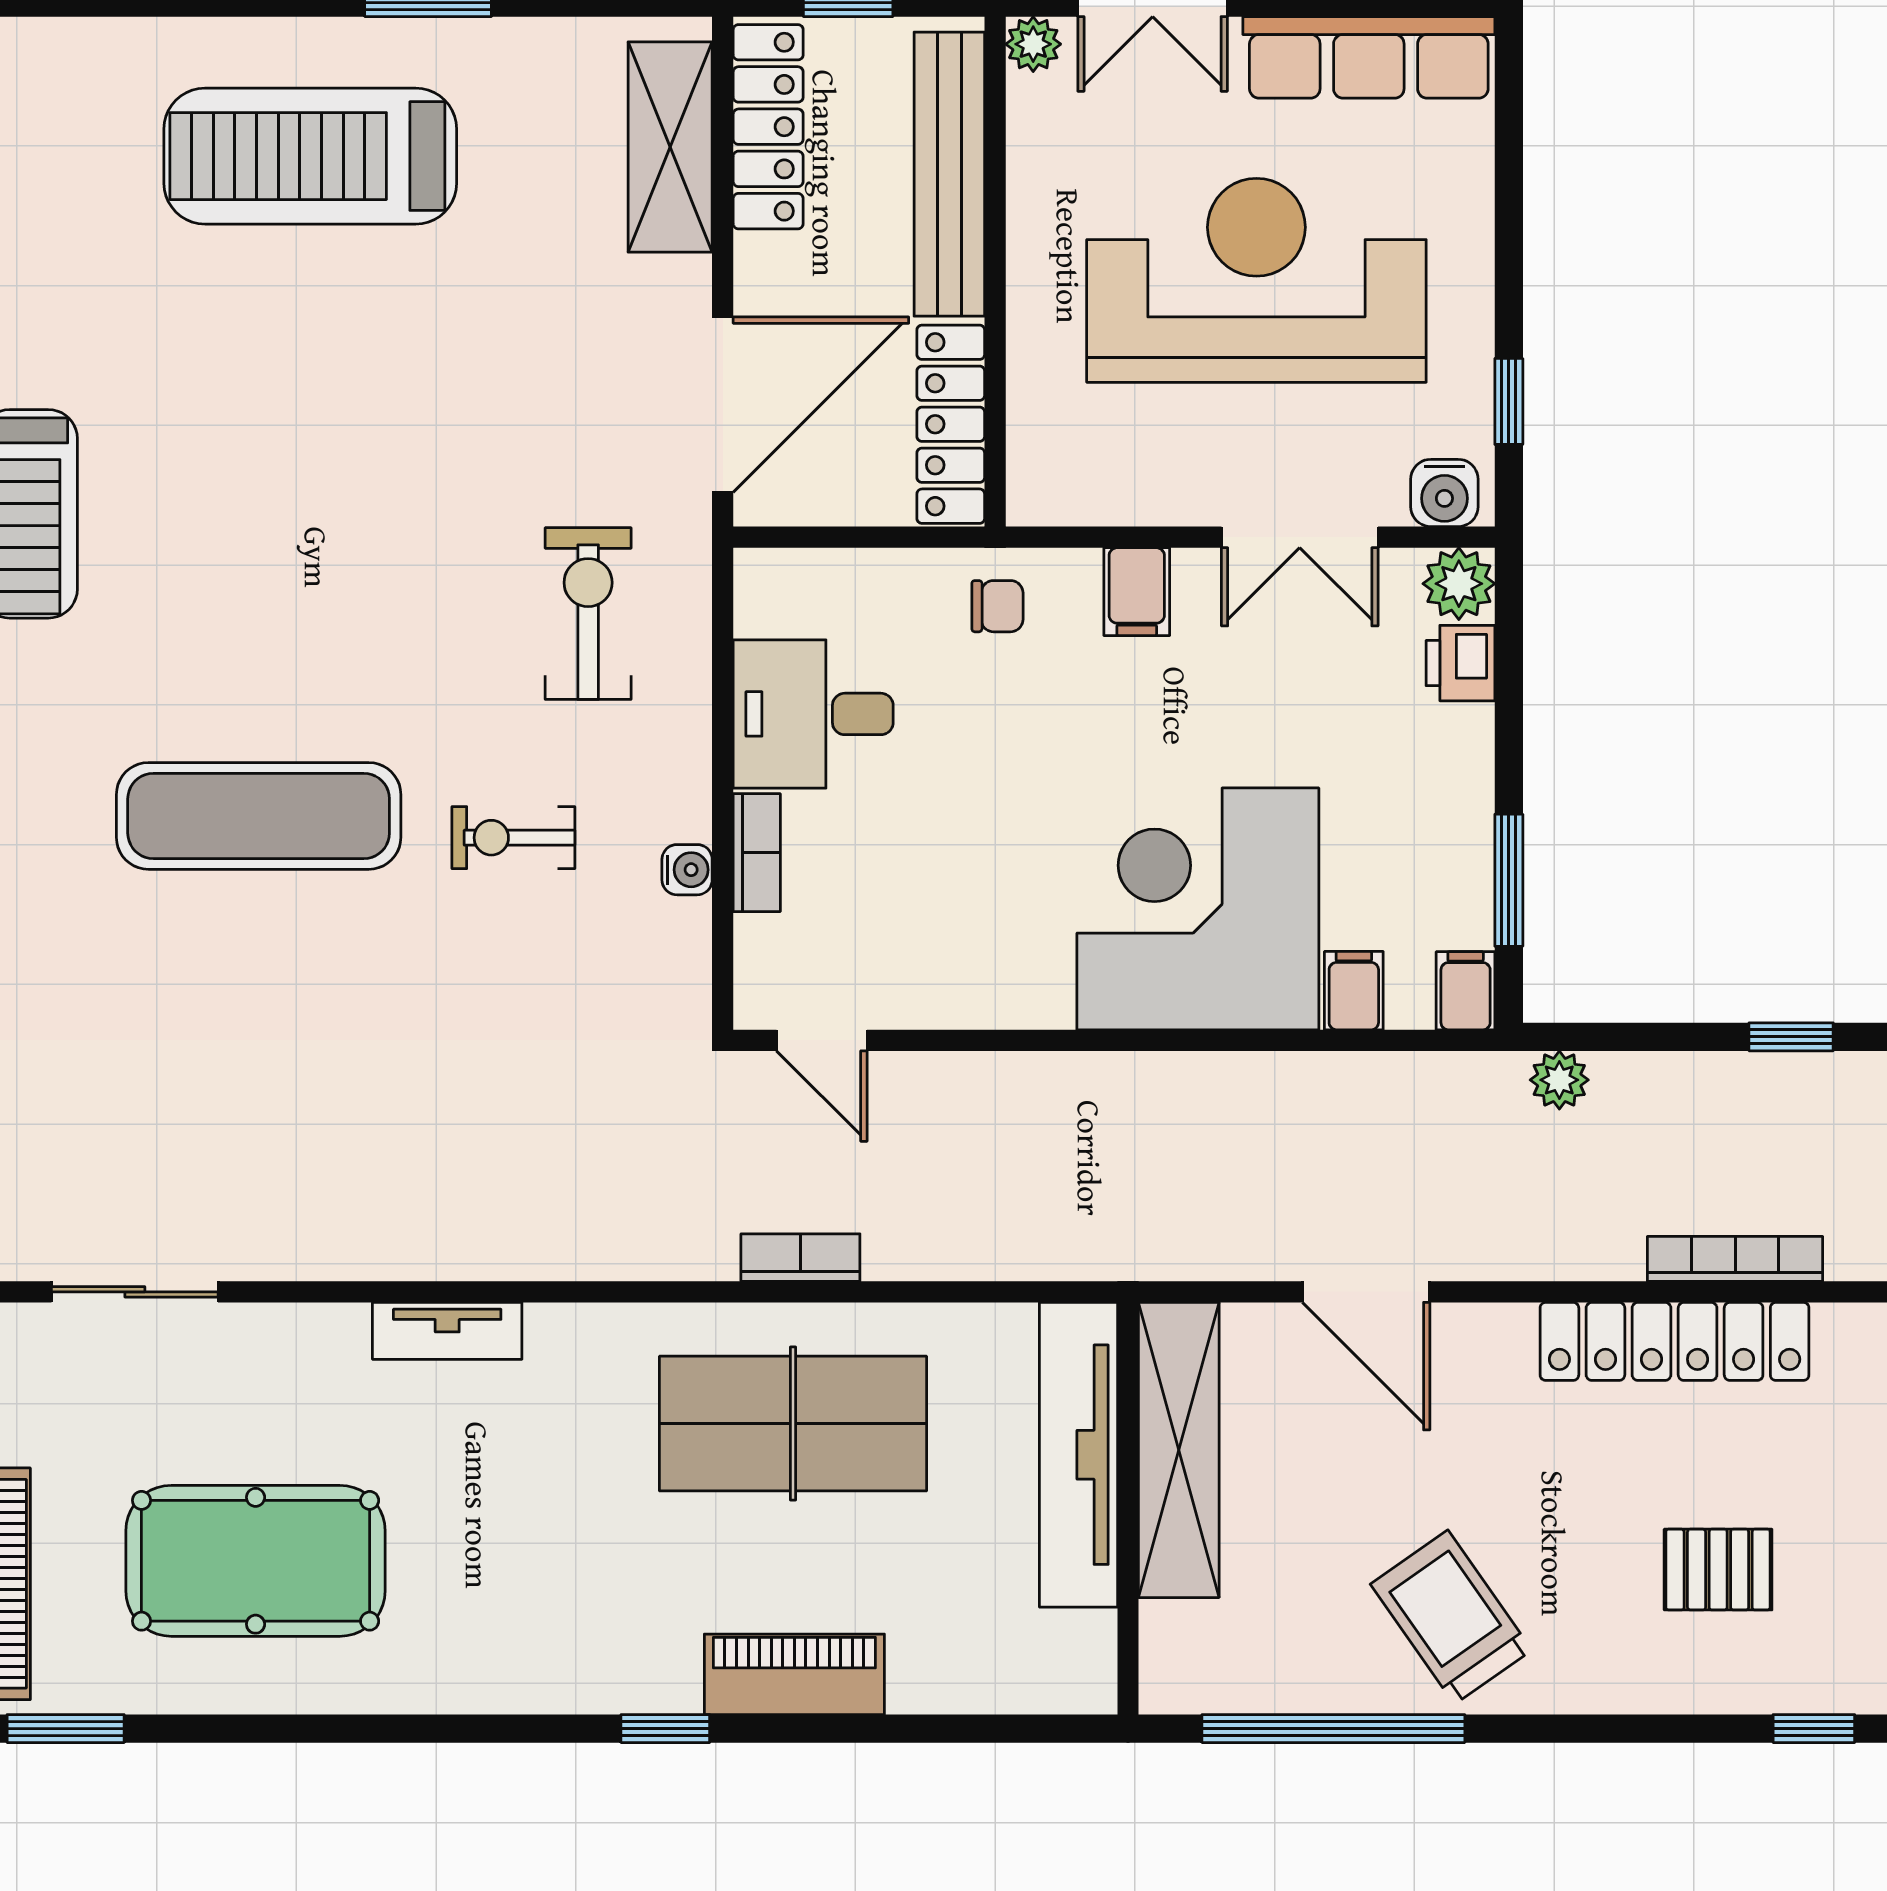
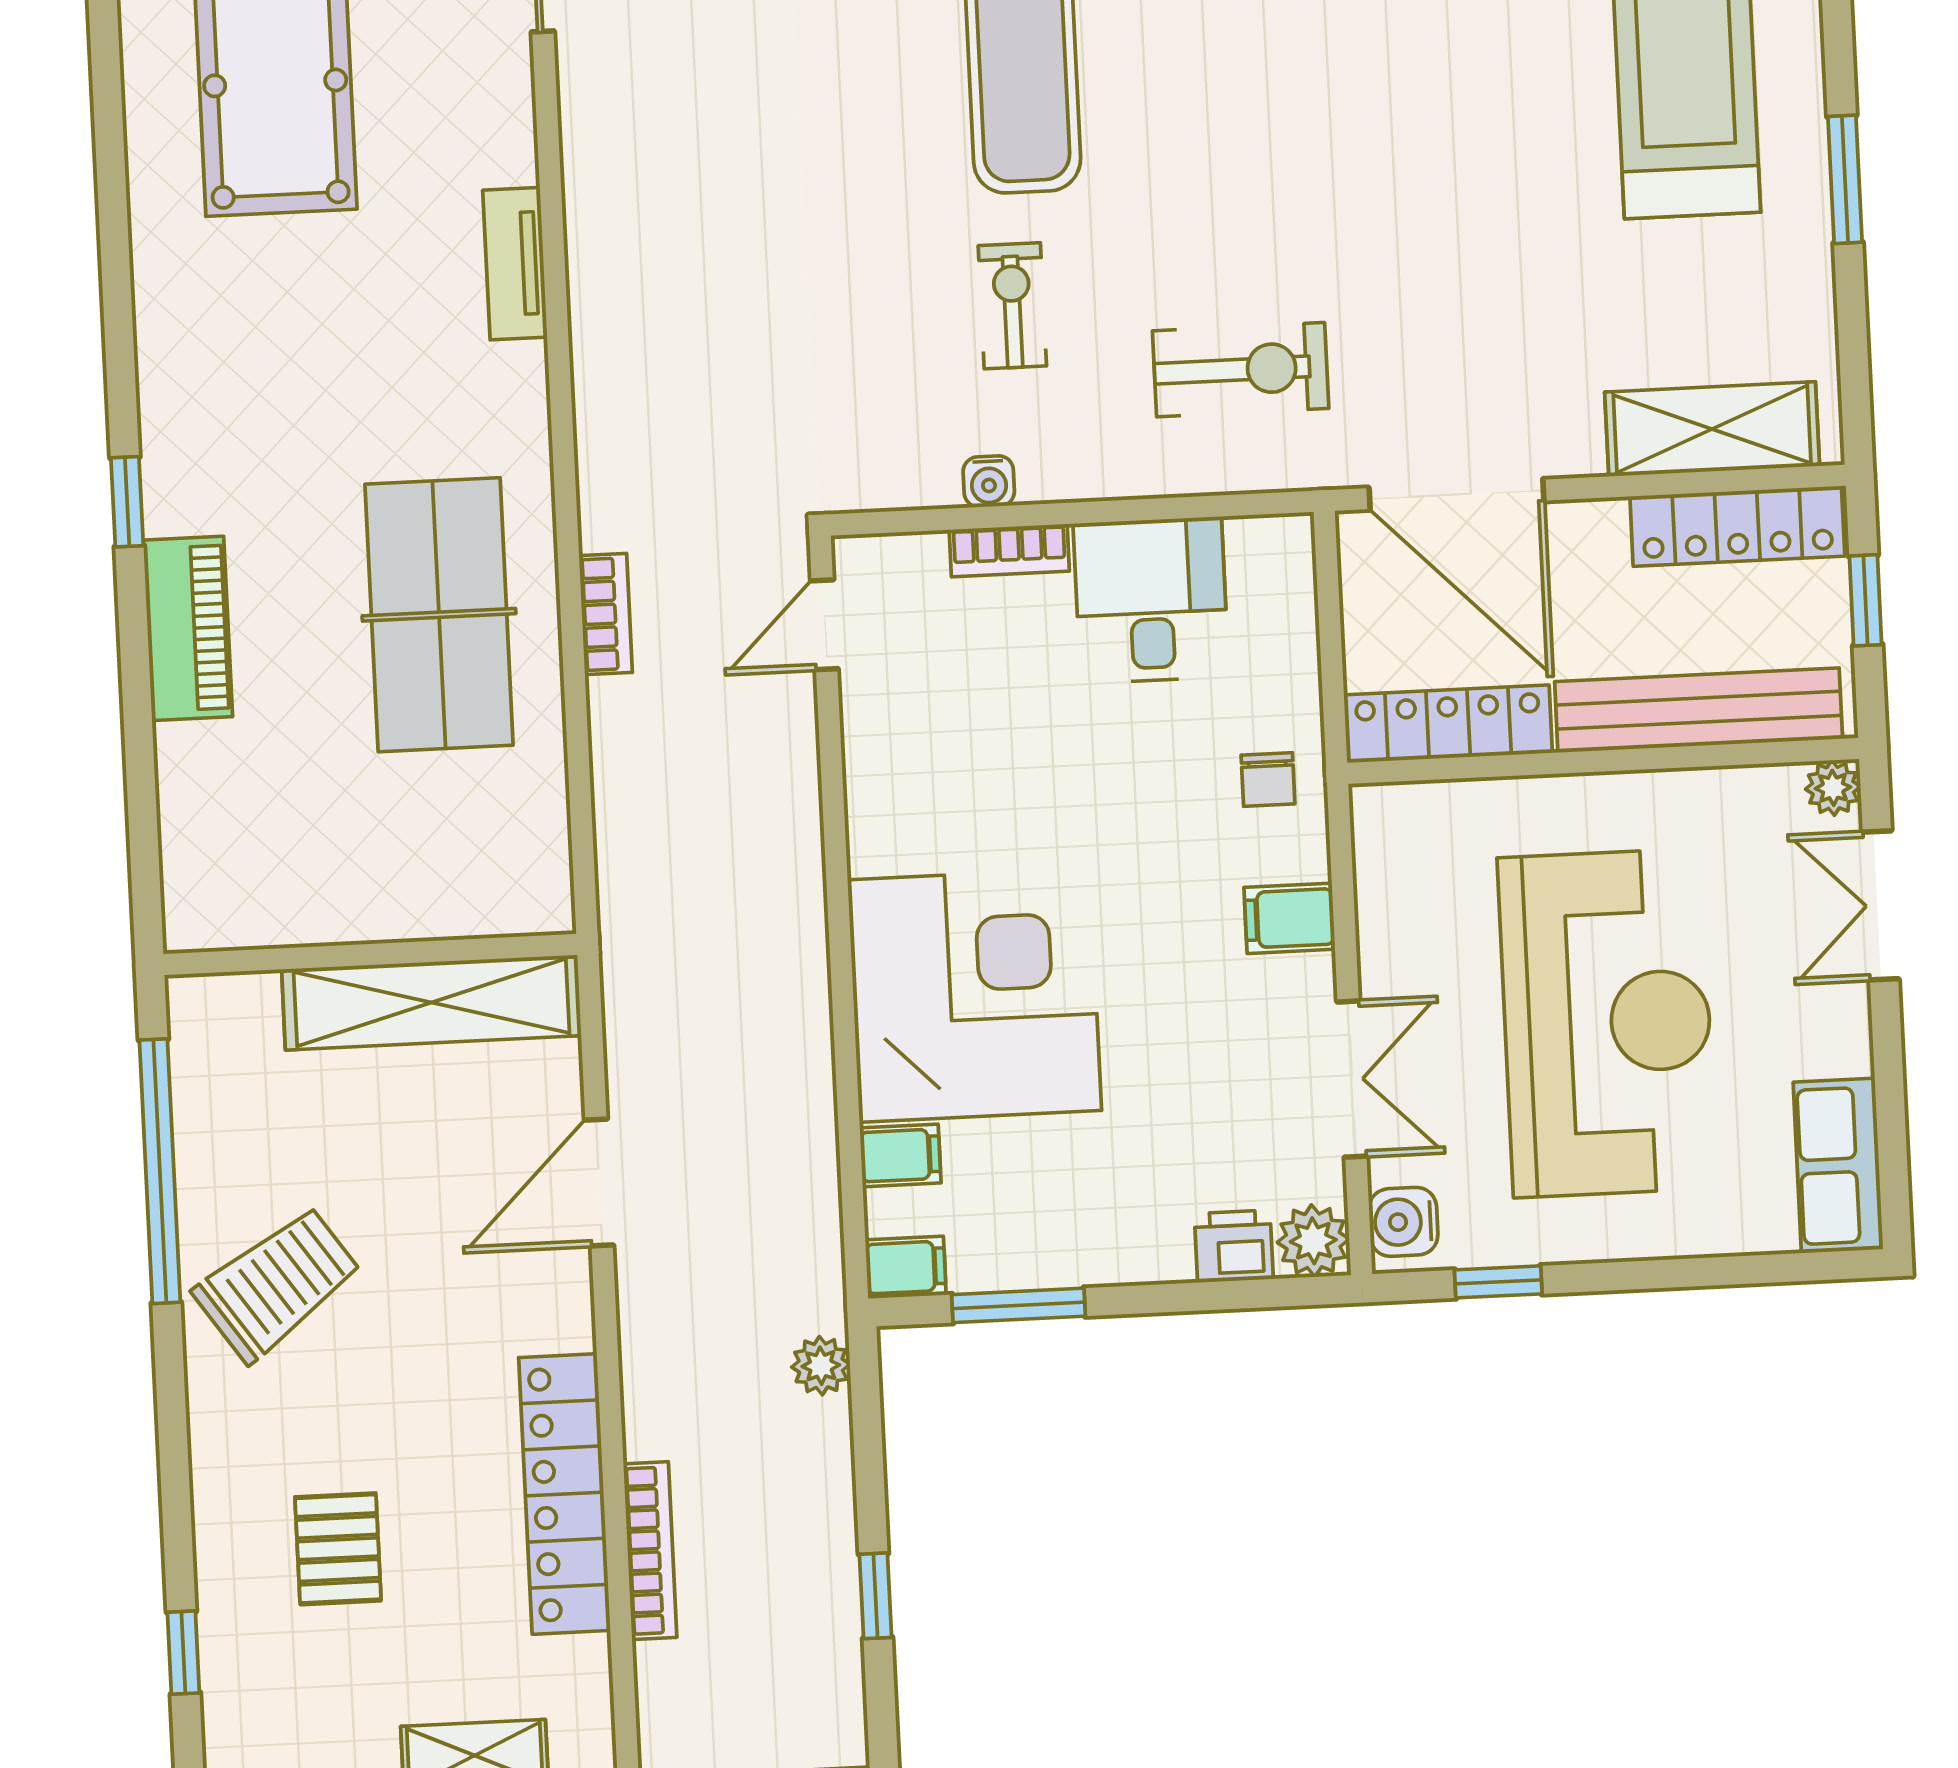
row of seats: (1369, 57) -> (1838, 1166), width x0.68
double door: (1300, 537) -> (1352, 1079), swing flipped
tv unit: (1079, 1455) -> (422, 902), removed

